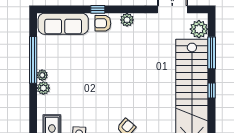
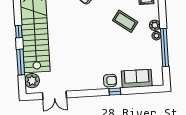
plant: (127, 20) -> (91, 85), removed
sofa: (63, 24) -> (137, 79), width x0.73
coffee table: (80, 95) -> (125, 21), added

